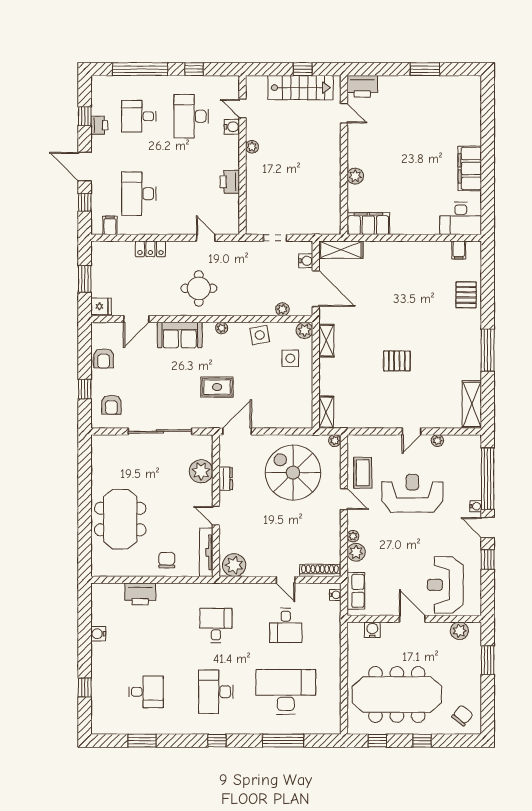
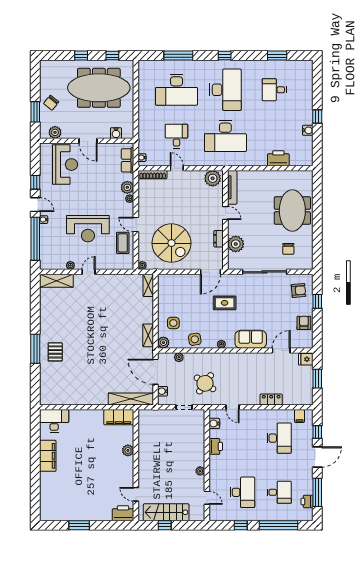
window: (85, 116) -> (317, 492), width x2.17
printer: (99, 125) -> (307, 501), moved
water cooler: (232, 127) -> (214, 423), moved
door: (85, 167) -> (317, 457), hinge flipped
shelving: (341, 250) -> (131, 399), width x1.47
filing cabinet: (459, 250) -> (55, 399), removed
round table: (199, 288) -> (205, 383), moved, turned 35
pallet: (466, 295) -> (55, 352), moved
window: (488, 350) -> (35, 349), moved
pallet: (397, 361) -> (99, 321), removed
shelving: (472, 404) -> (56, 281), moved, turned 90
armchair: (111, 405) -> (298, 290), turned 85
chair: (167, 560) -> (288, 249), moved
desk: (216, 625) -> (225, 136), width x1.87, depth x1.30
window: (85, 687) -> (317, 117), moved
desk: (216, 692) -> (225, 90), width x1.36, depth x1.30
chair: (462, 716) -> (51, 103), moved

